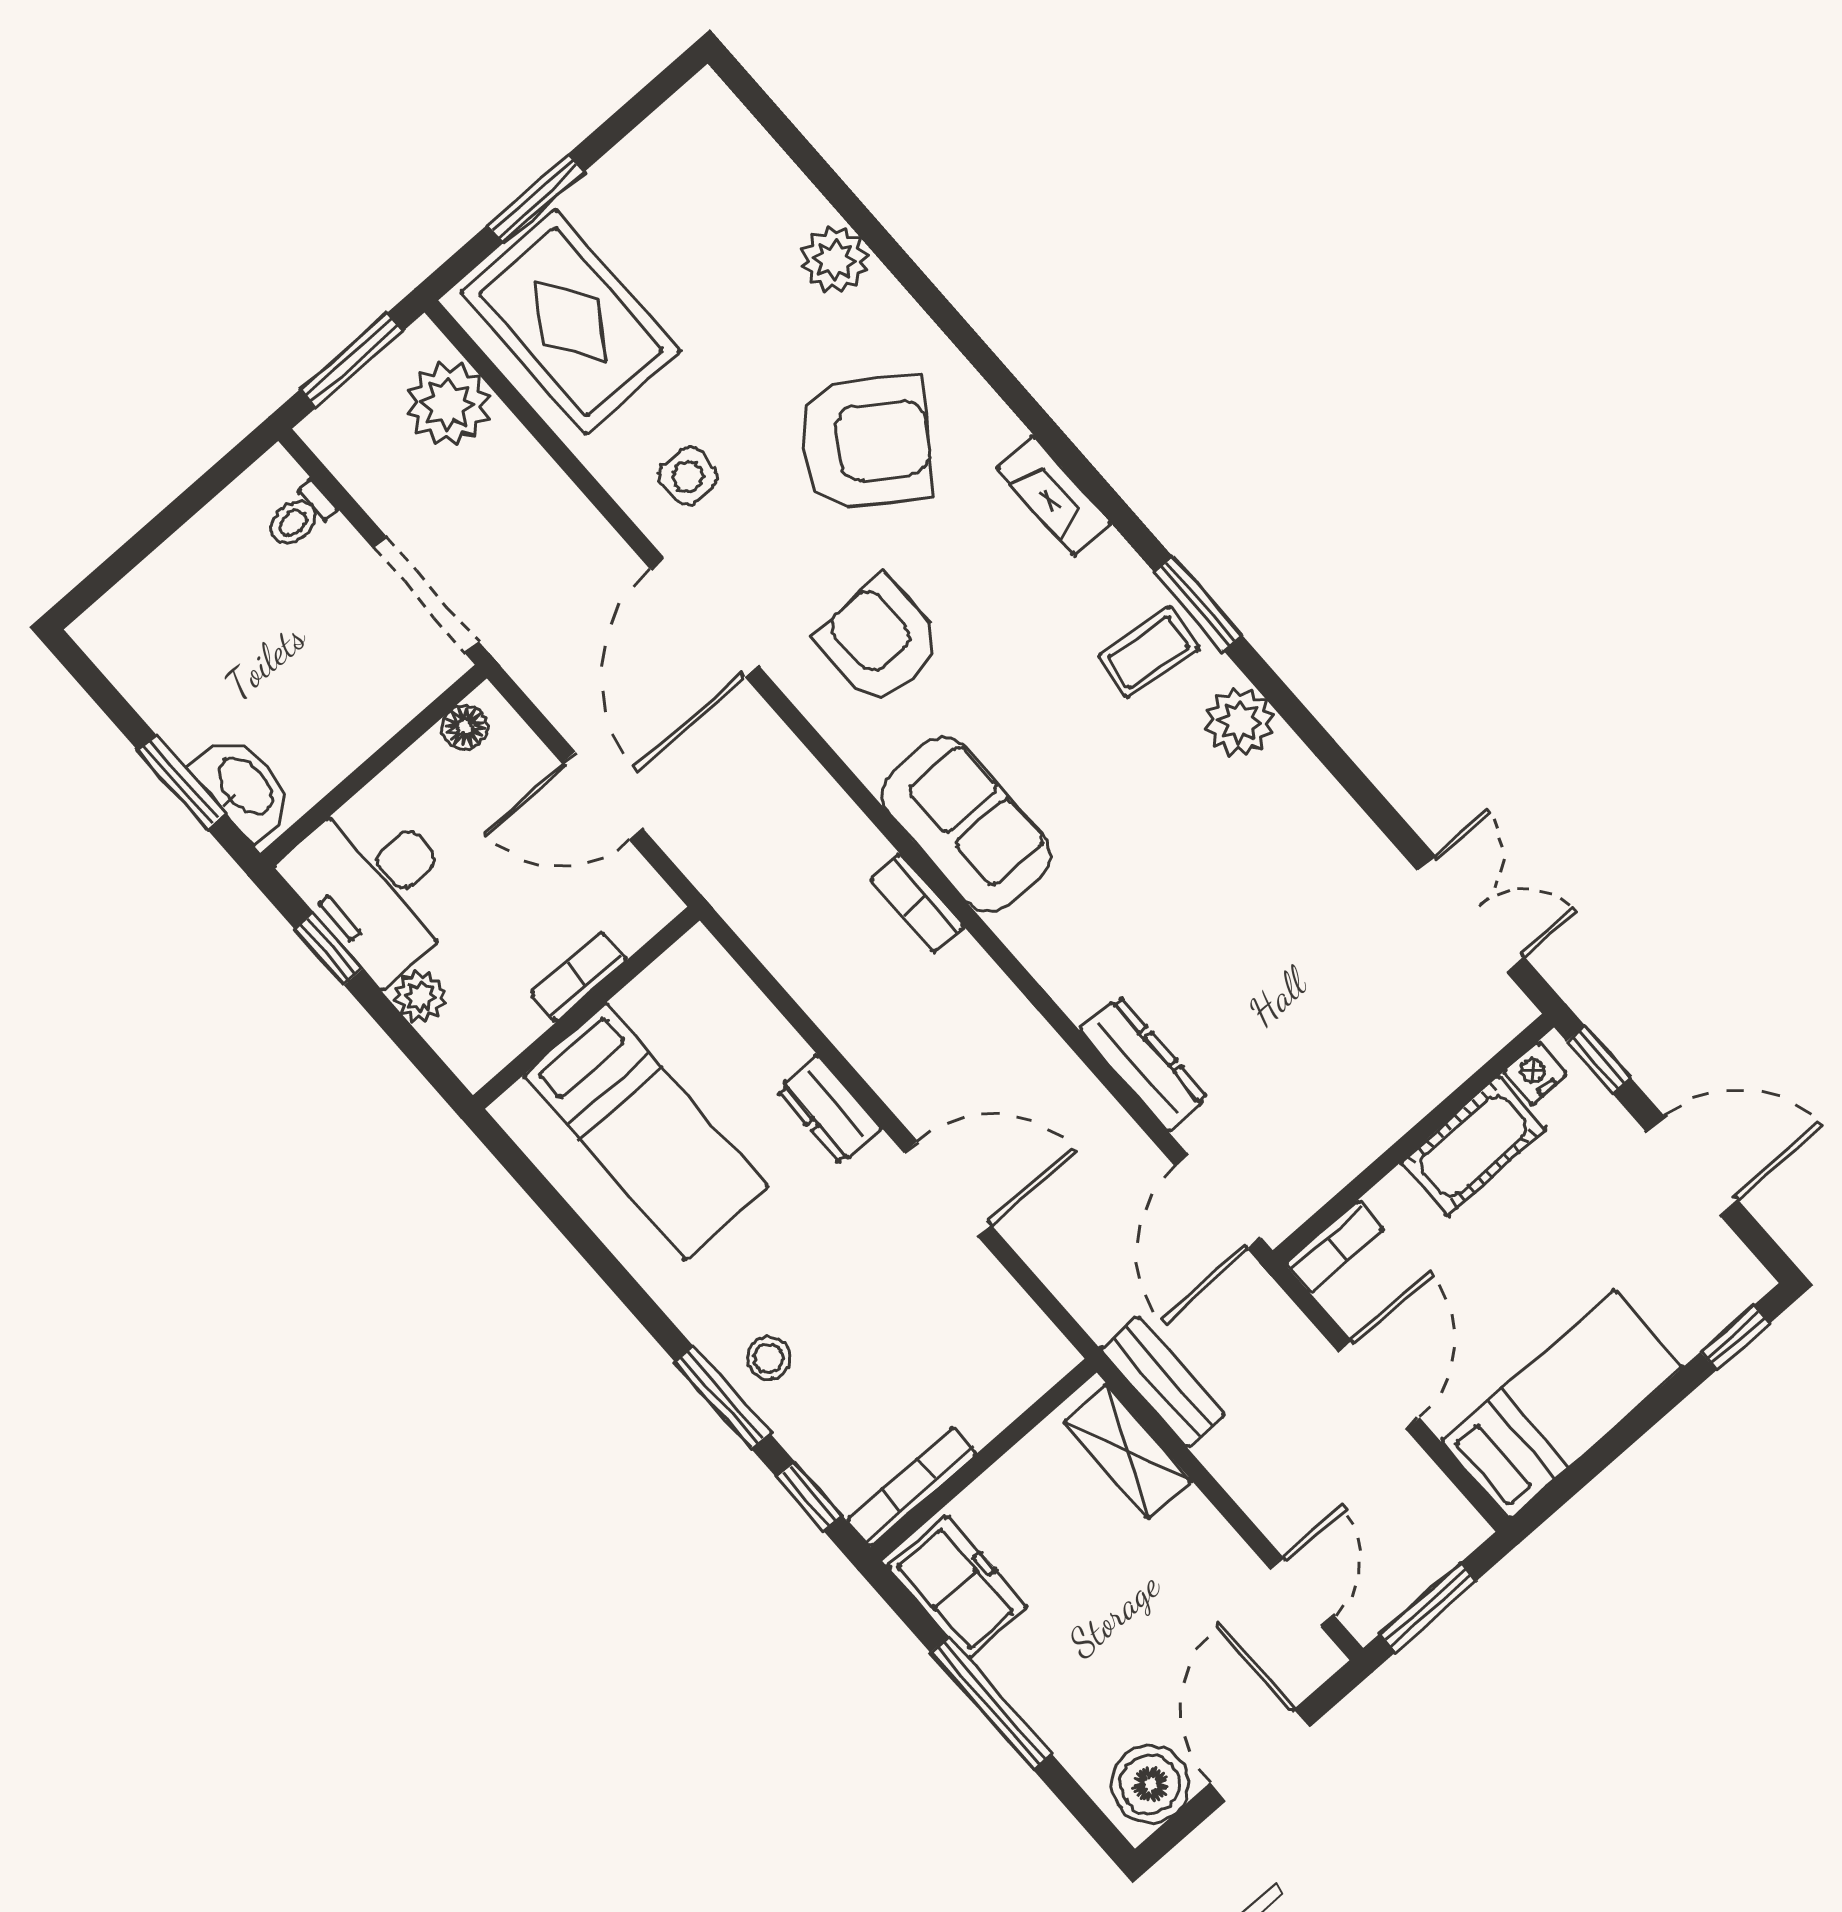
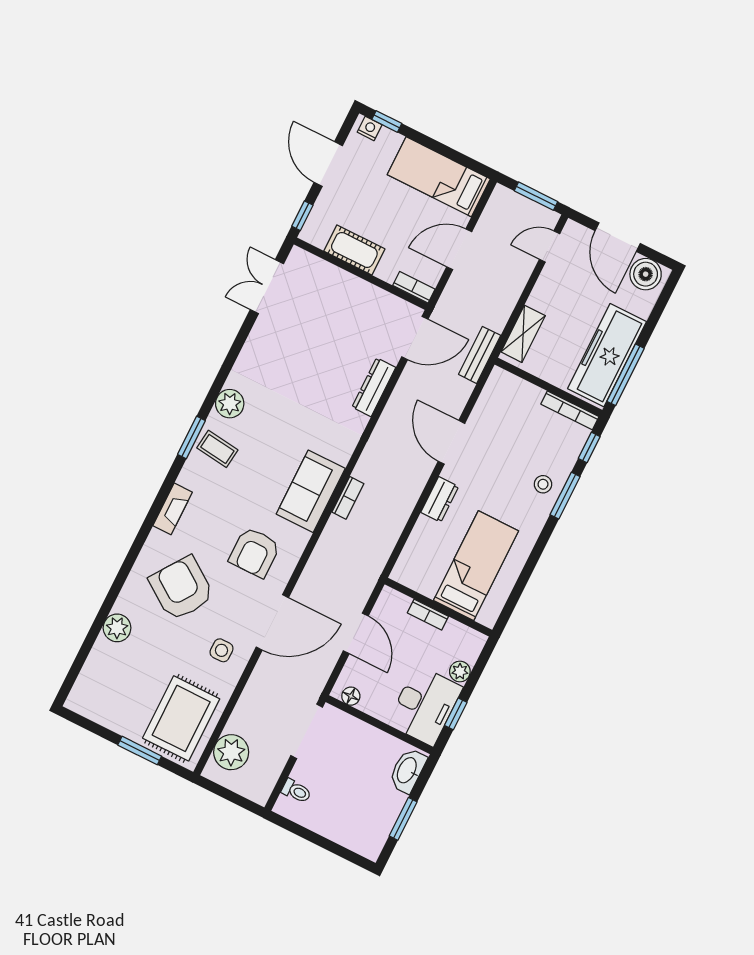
window: (352, 360) -> (229, 795), removed
window: (181, 782) -> (403, 819), moved
nightstand: (1535, 1073) -> (370, 128), moved, turned 180
bench: (1163, 1382) -> (480, 355), moved
freezer: (958, 1587) -> (607, 355), width x1.91, depth x1.26
window: (991, 1704) -> (626, 375), moved
door: (1260, 1755) -> (618, 237), hinge flipped

